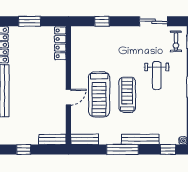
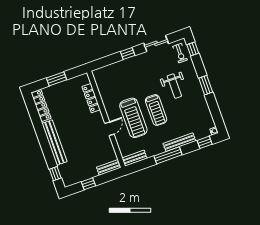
window: (102, 21) -> (128, 54), moved
locker: (60, 43) -> (91, 98), moved
treadmill: (127, 95) -> (156, 110), turned 180

